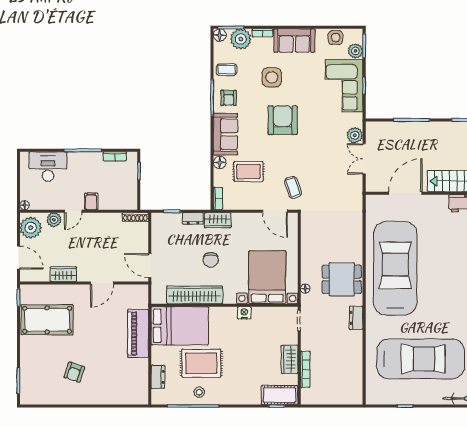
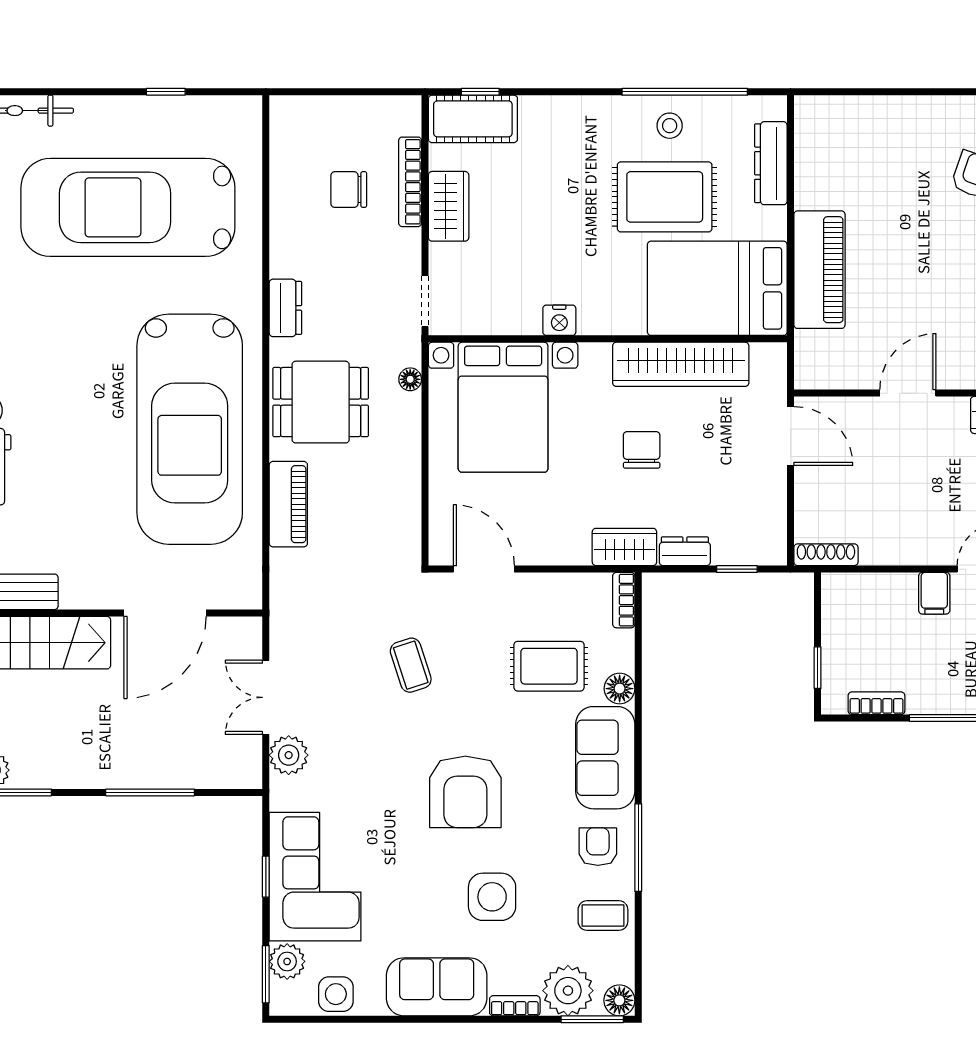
double door: (364, 159) -> (266, 697), swing flipped
coffee table: (293, 187) -> (411, 665), moved
piano: (355, 238) -> (288, 504), added
chair: (330, 366) -> (349, 190), added
dresser: (158, 377) -> (771, 163), width x1.44

